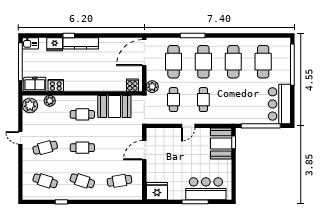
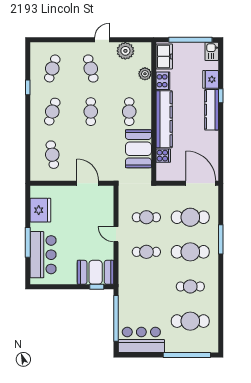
cafe table: (233, 62) -> (190, 286), width x0.73, depth x0.74
kitchen counter: (89, 84) -> (164, 119), added
cooker: (132, 85) -> (163, 156), moved
plant: (152, 87) -> (161, 193), removed
plant: (30, 105) -> (125, 51), moved
fridge: (157, 191) -> (40, 210), moved

